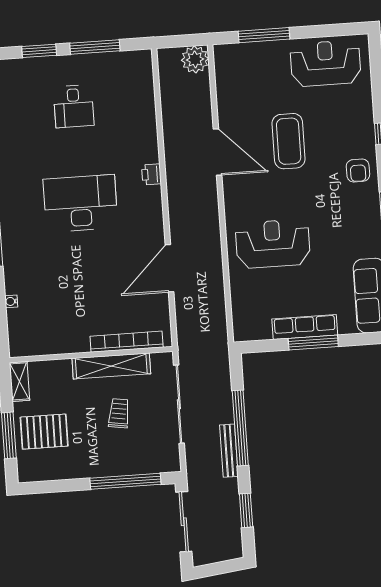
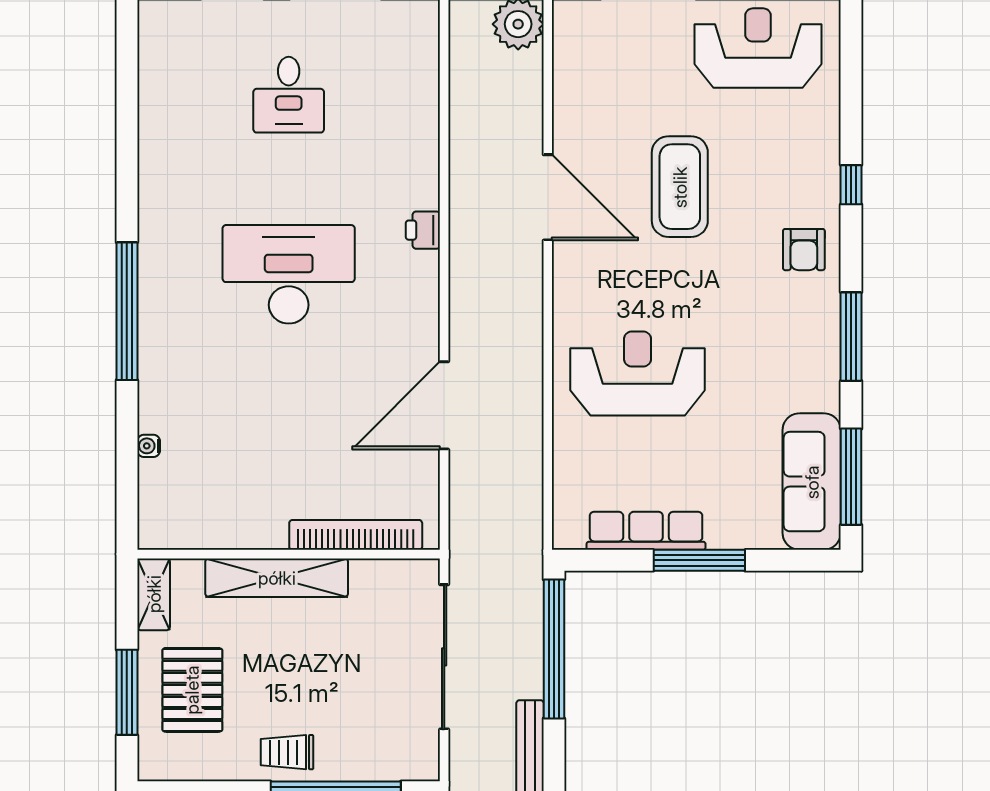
row of seats: (305, 327) -> (646, 531), moved
shelving: (111, 366) -> (277, 578), moved
trolley: (119, 413) -> (287, 752), moved, turned -99
window: (240, 428) -> (554, 649), moved
pallet: (44, 432) -> (192, 690), turned 90

